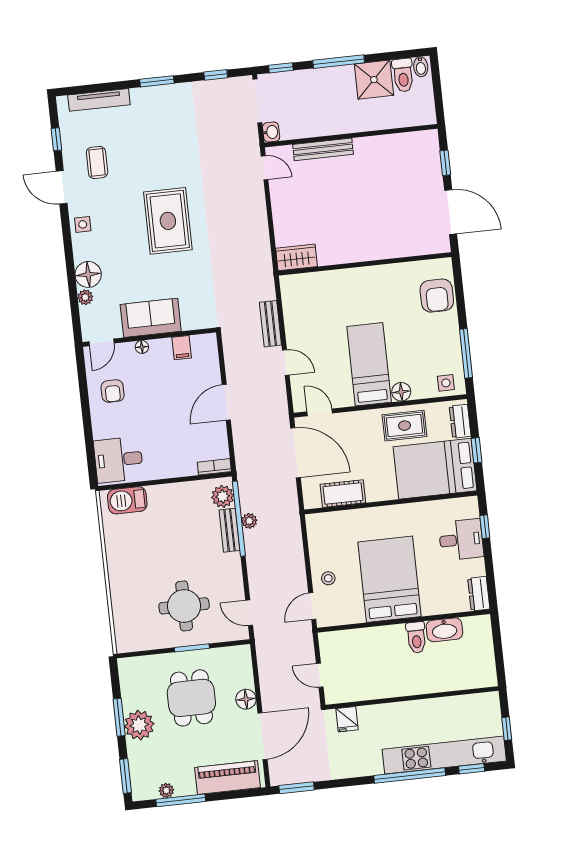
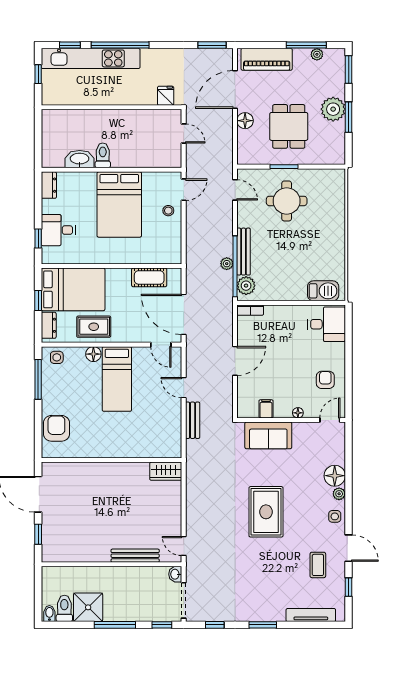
plant: (85, 297) -> (339, 494), moved
sofa: (151, 318) -> (268, 435), moved
bench: (229, 530) -> (244, 252), width x1.36

